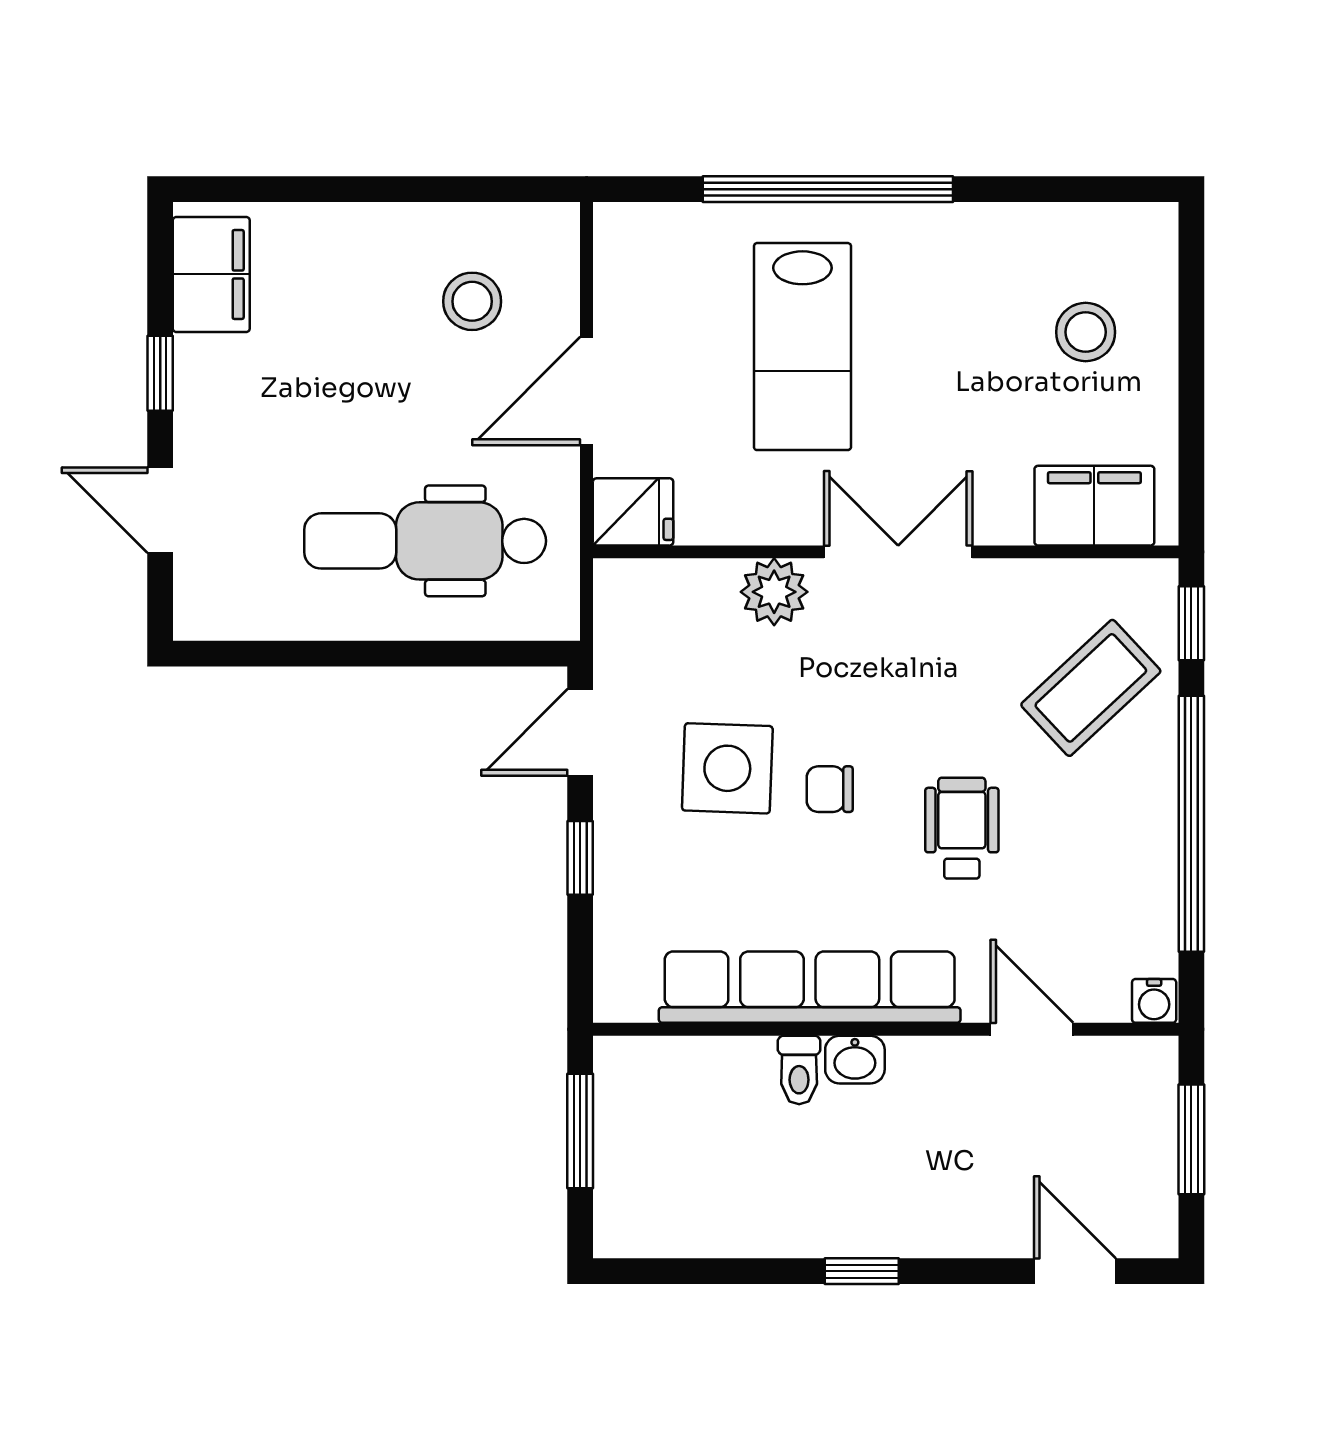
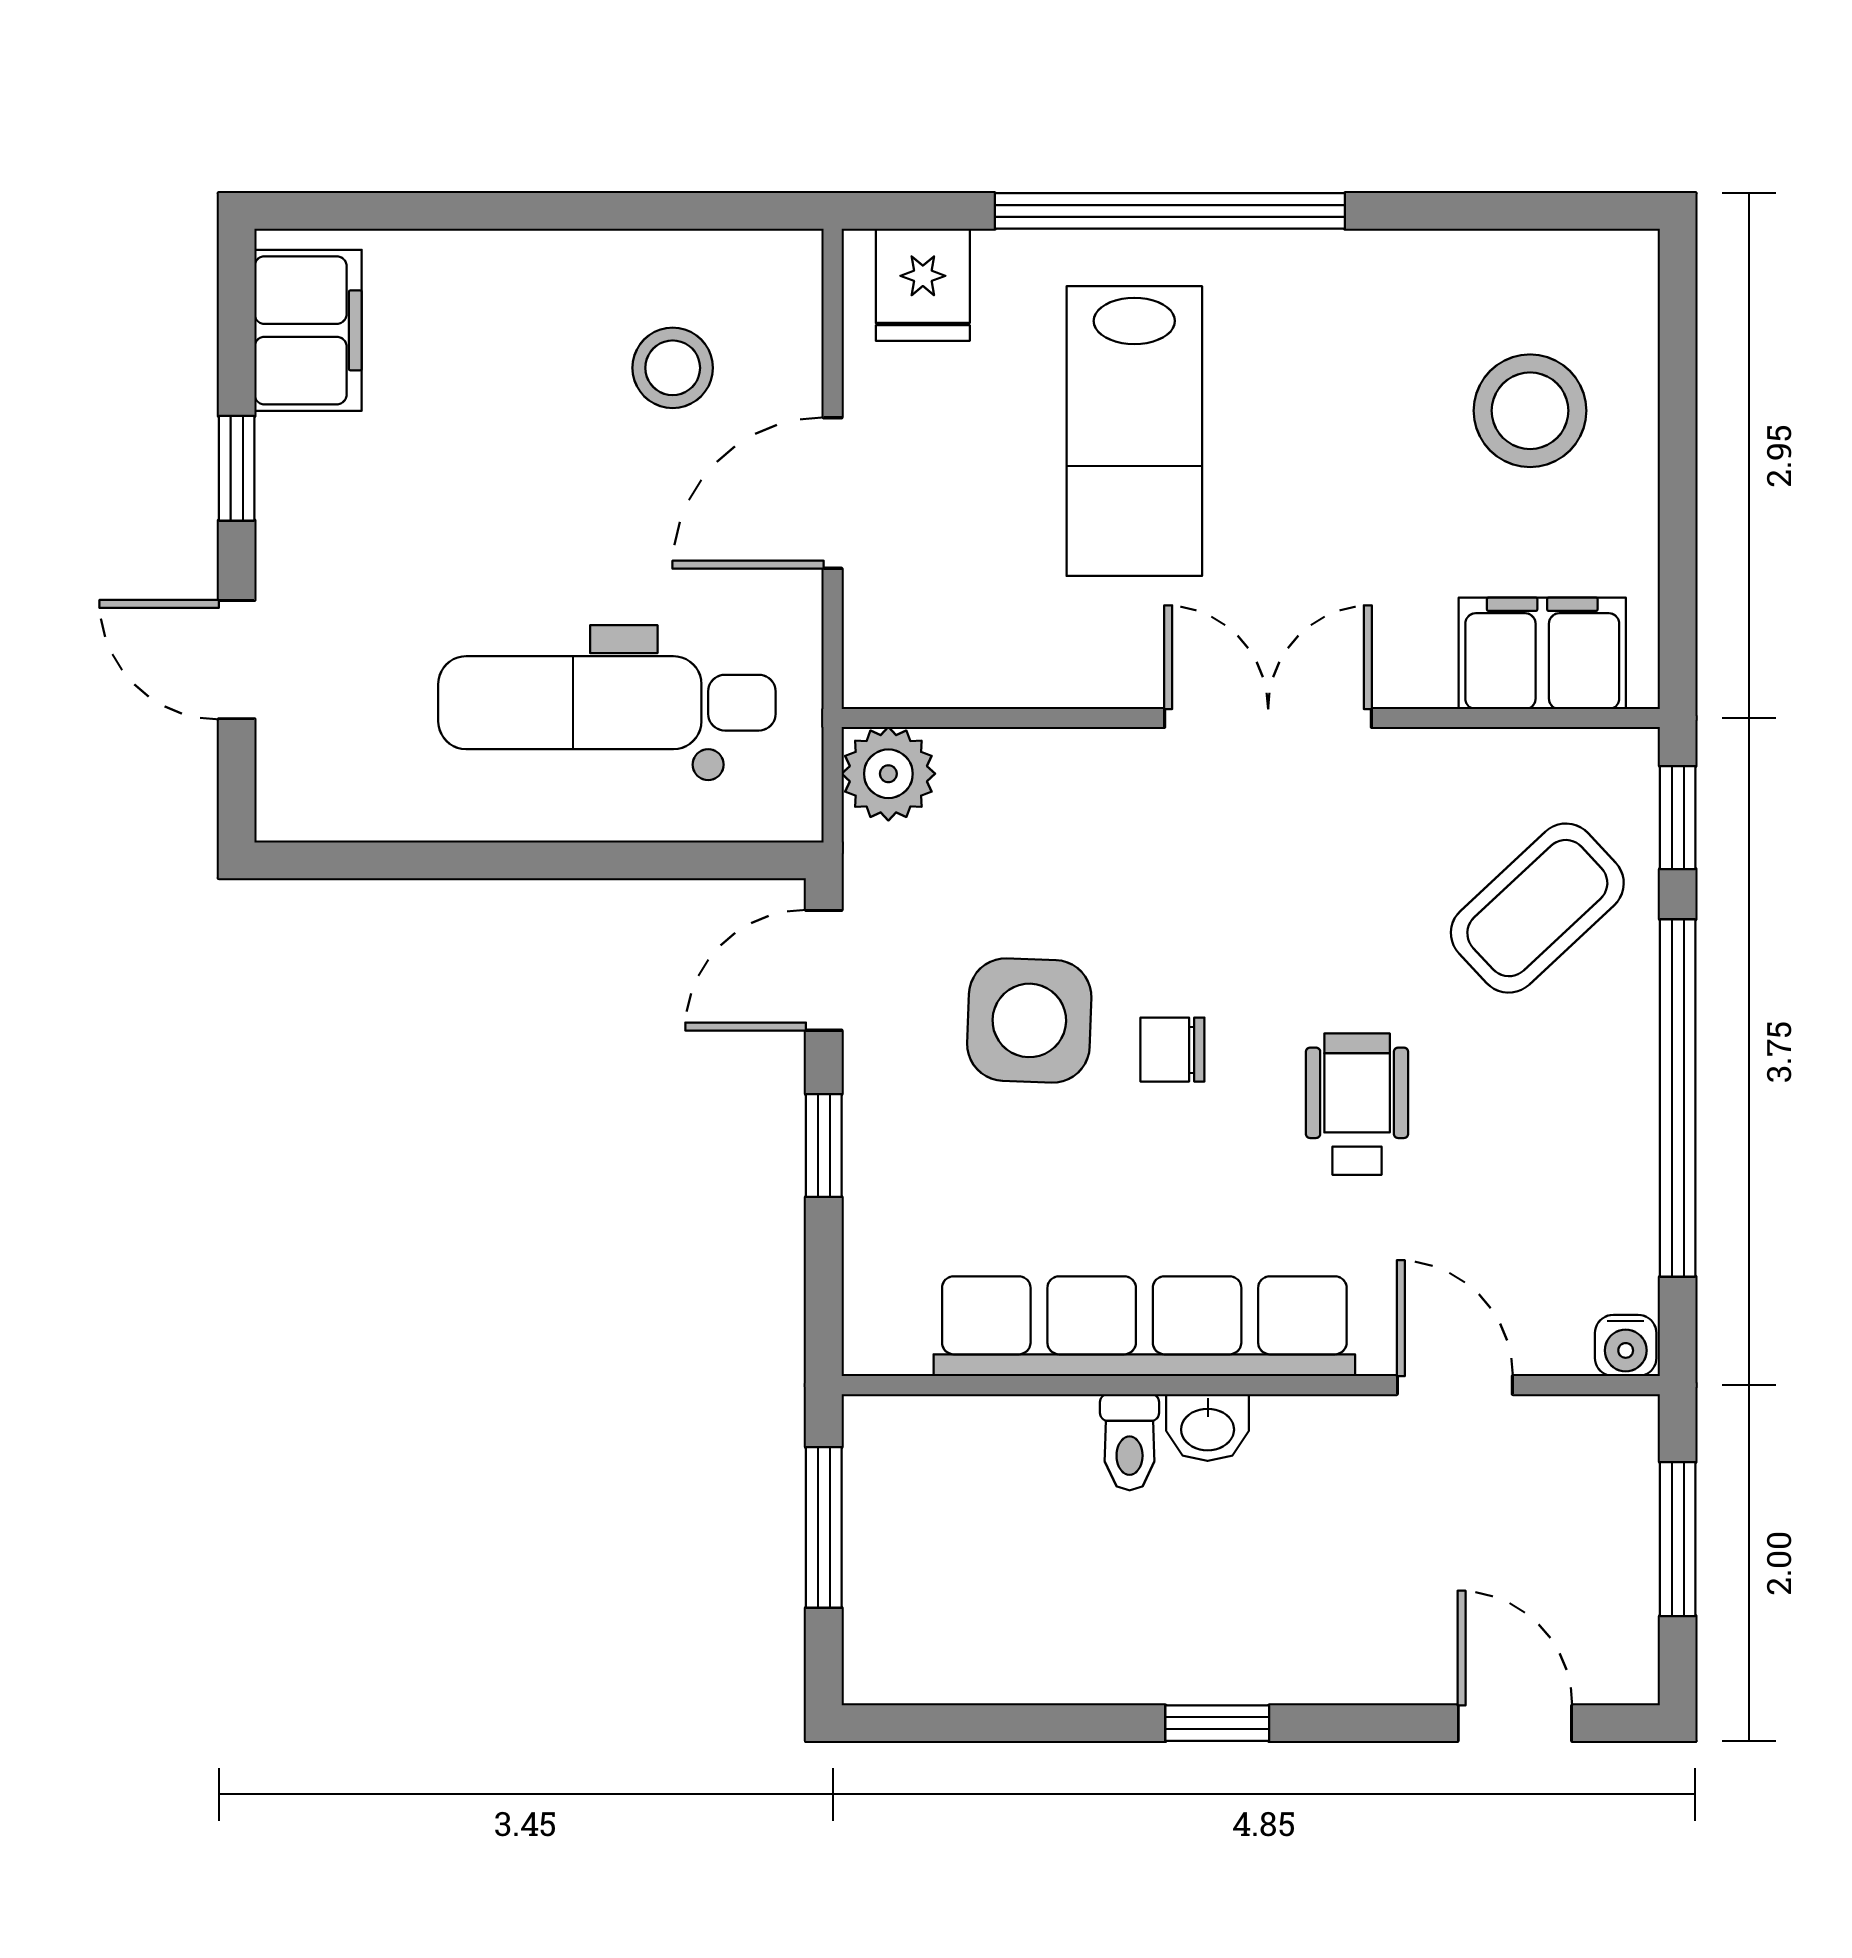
stool: (1086, 332) -> (1530, 411), width x1.38, depth x1.38
fridge: (633, 512) -> (923, 285), moved, turned 90
plant: (774, 592) -> (888, 774), moved

